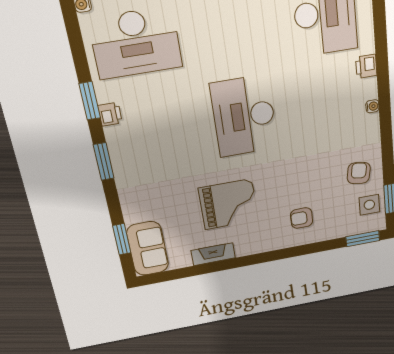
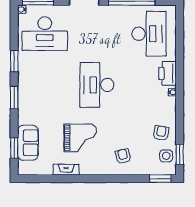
printer: (366, 66) -> (167, 73), width x1.87, depth x1.48
printer: (110, 114) -> (23, 71), removed
armchair: (302, 218) -> (123, 156), turned 75
sofa: (148, 249) -> (28, 143), moved

